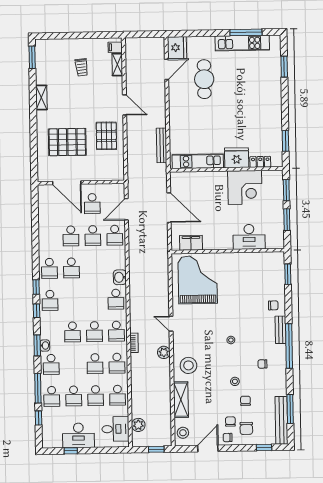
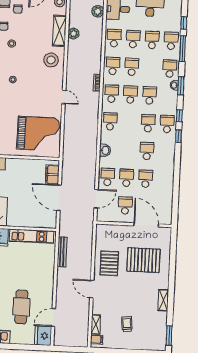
filing cabinet: (191, 243) -> (52, 175), moved, turned 90
school desk: (49, 268) -> (148, 123), moved
washbasin: (120, 277) -> (105, 150), moved
grand piano: (198, 280) -> (38, 134), turned -90
plant: (164, 352) -> (73, 34), moved

